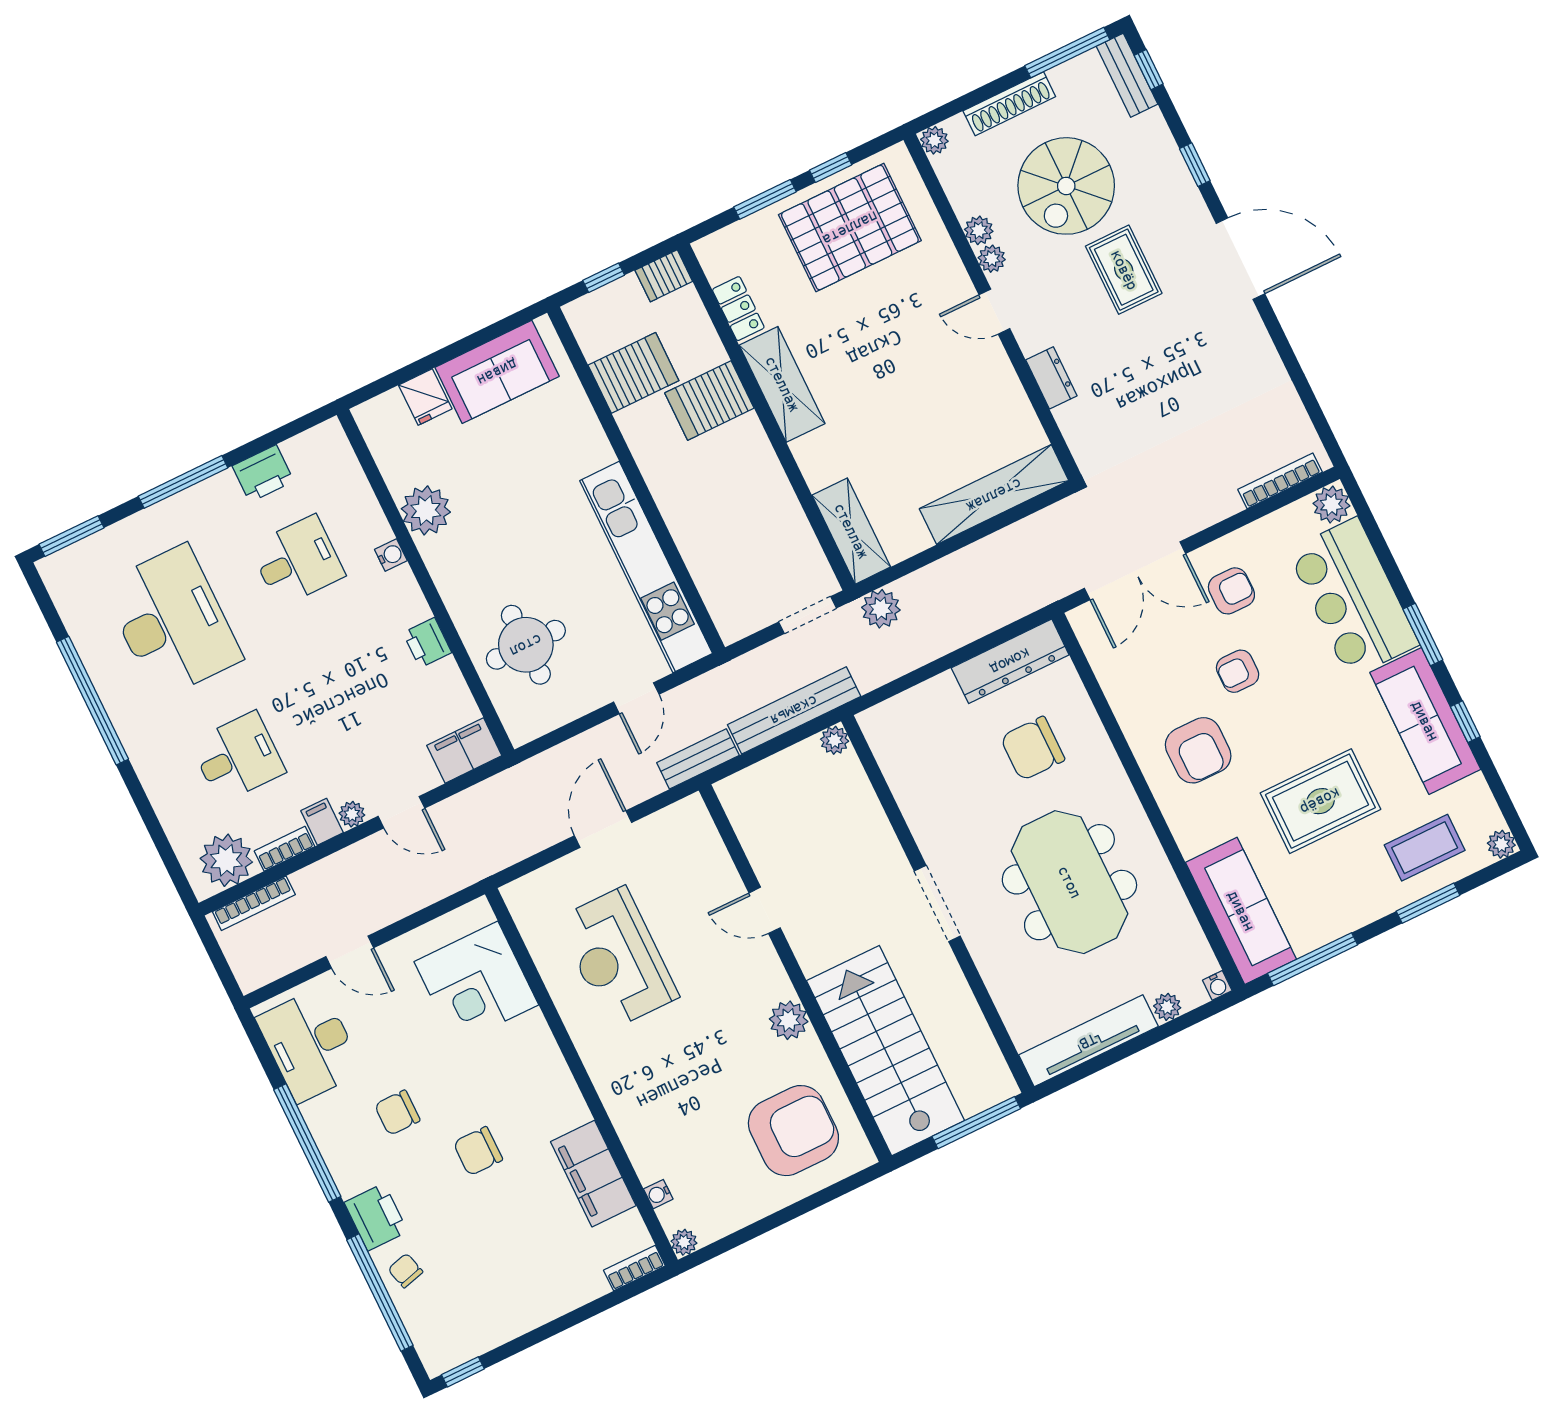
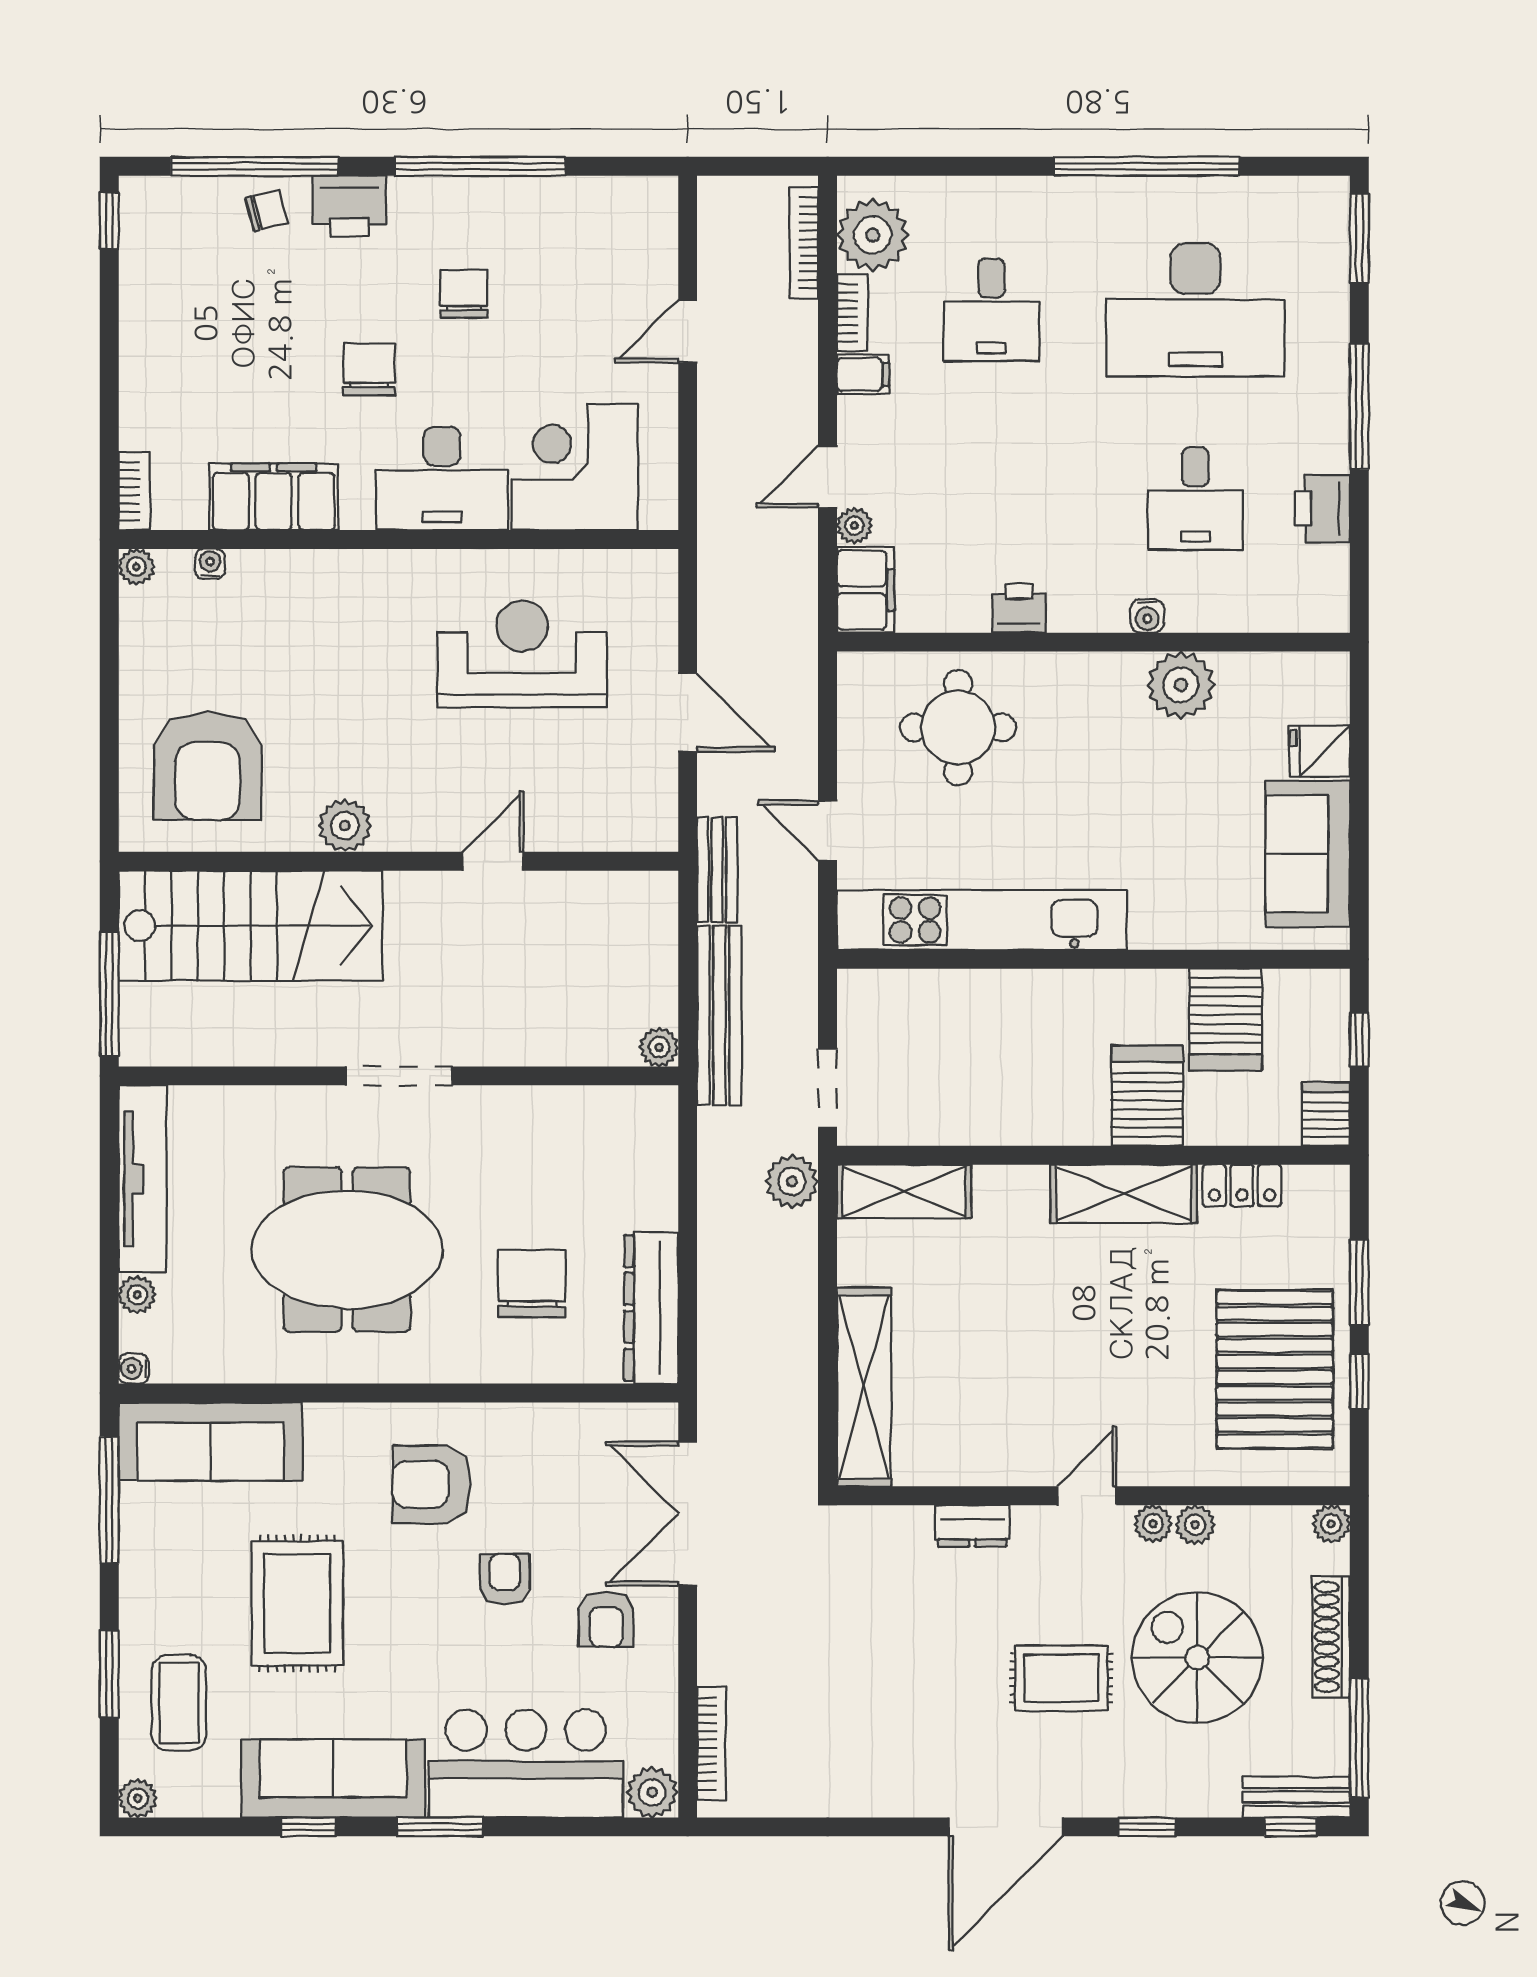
plant: (352, 814) -> (855, 526), moved
desk: (310, 1045) -> (442, 478), moved, turned 180

